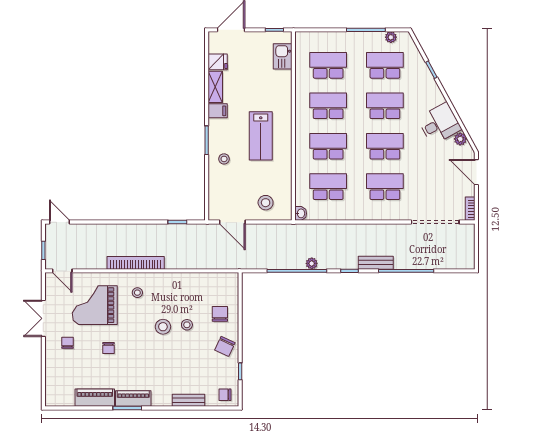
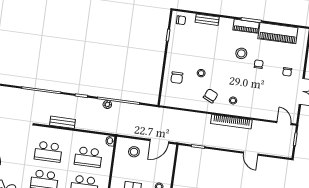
door: (60, 222) -> (251, 154), moved
door: (232, 222) -> (159, 141), swing flipped
bench: (376, 263) -> (62, 122), moved
grand piano: (95, 305) -> (264, 96), removed
stool: (163, 327) -> (241, 53), moved
chair: (225, 346) -> (211, 96), moved
piano: (95, 398) -> (278, 33), width x1.37, depth x1.33

